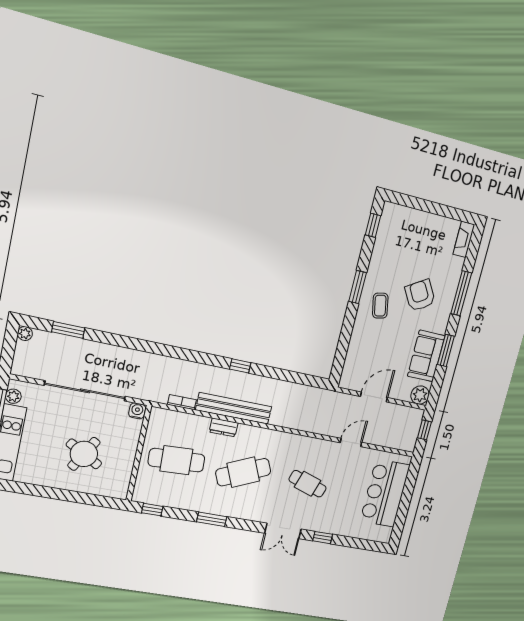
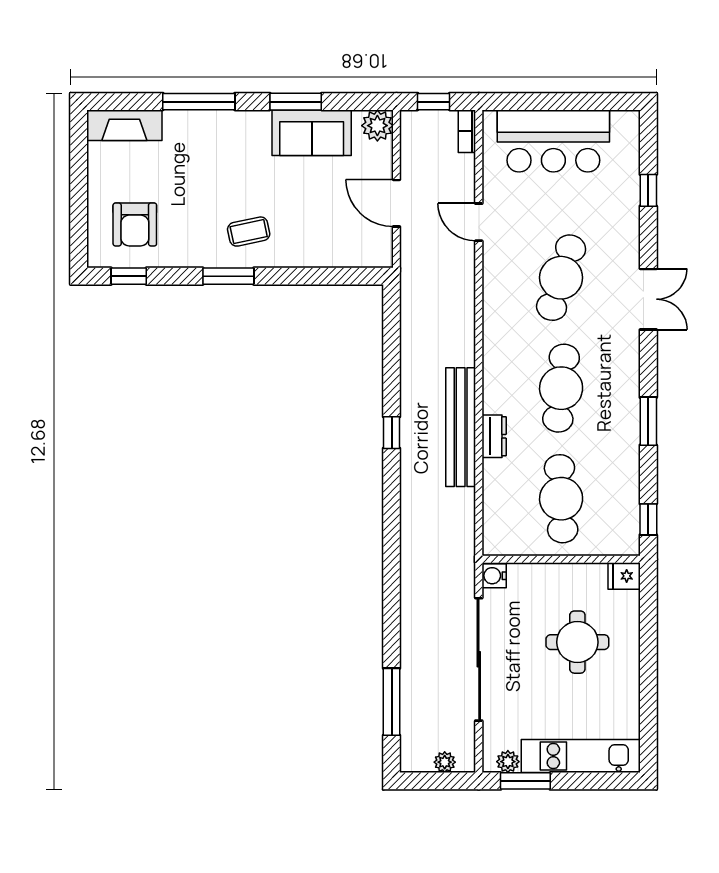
fireplace: (464, 239) -> (124, 125), width x1.37, depth x1.32
armchair: (420, 295) -> (135, 224), moved, turned -59
window: (68, 330) -> (392, 702), width x1.44
plant: (25, 334) -> (445, 762), moved
bookcase: (182, 402) -> (467, 131), moved
round table: (84, 454) -> (577, 642), turned -30
cafe table: (243, 472) -> (561, 388), turned 30
cafe table: (308, 484) -> (561, 278), width x1.37, depth x1.35
fridge: (120, 489) -> (624, 576), added
window: (323, 538) -> (648, 190), moved

